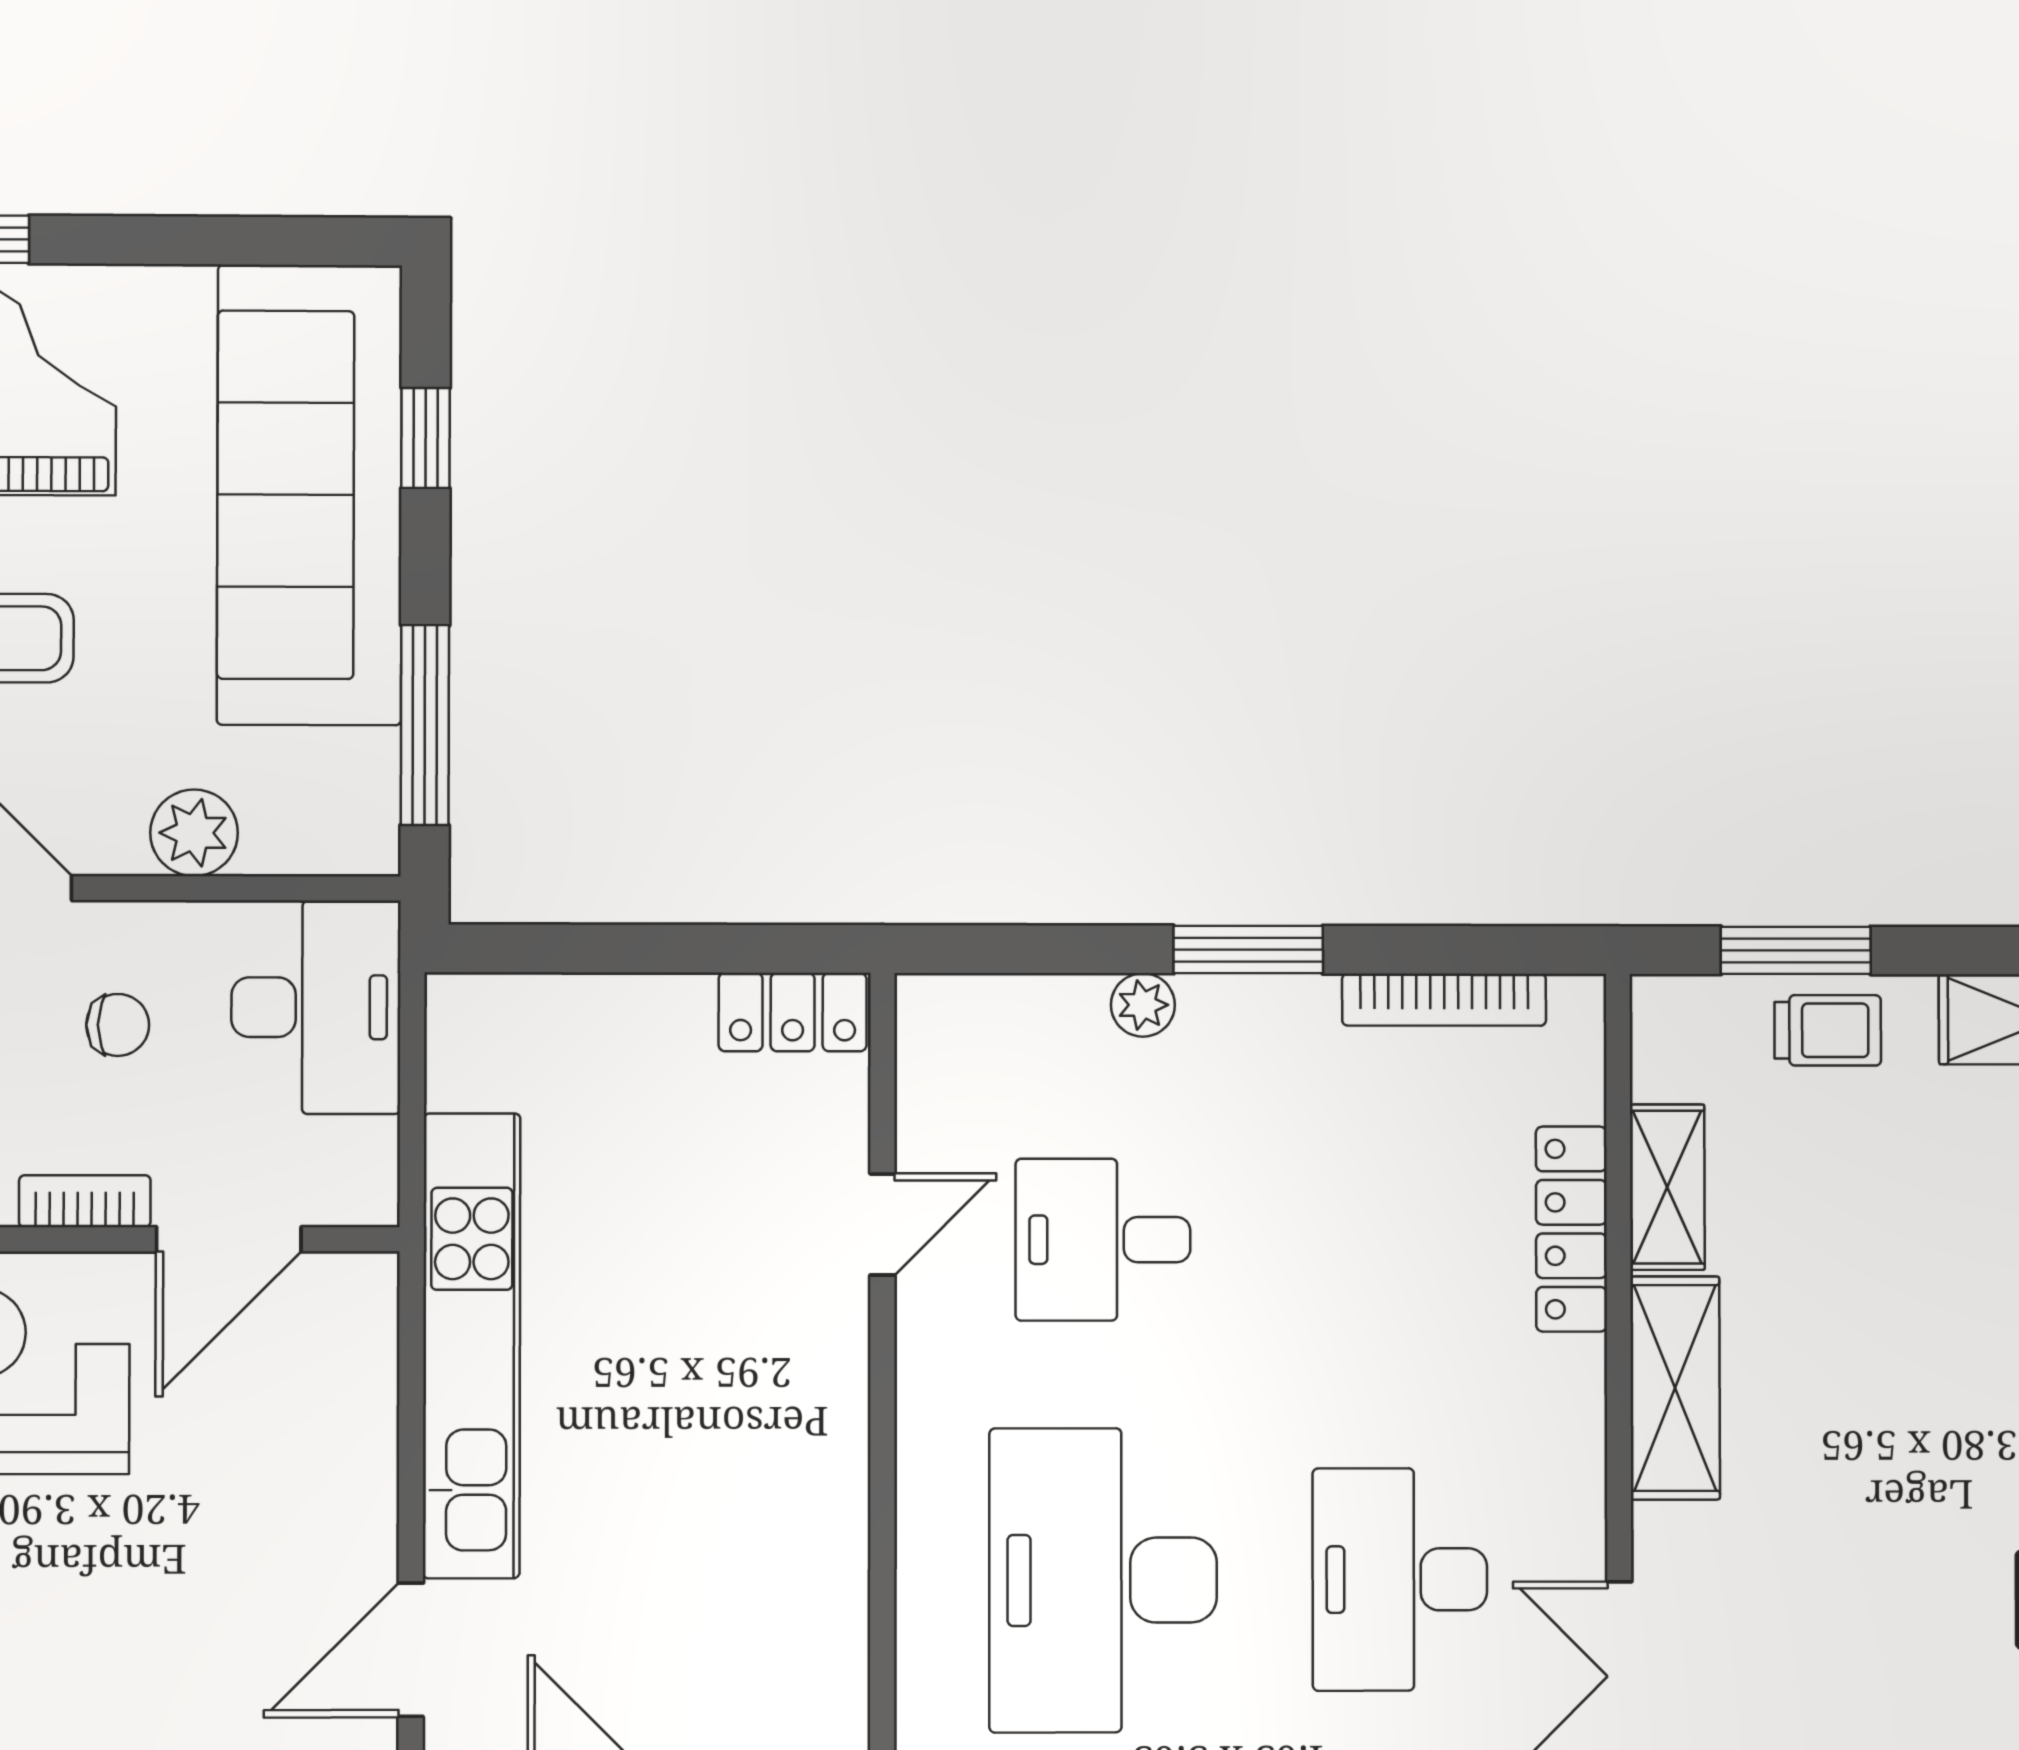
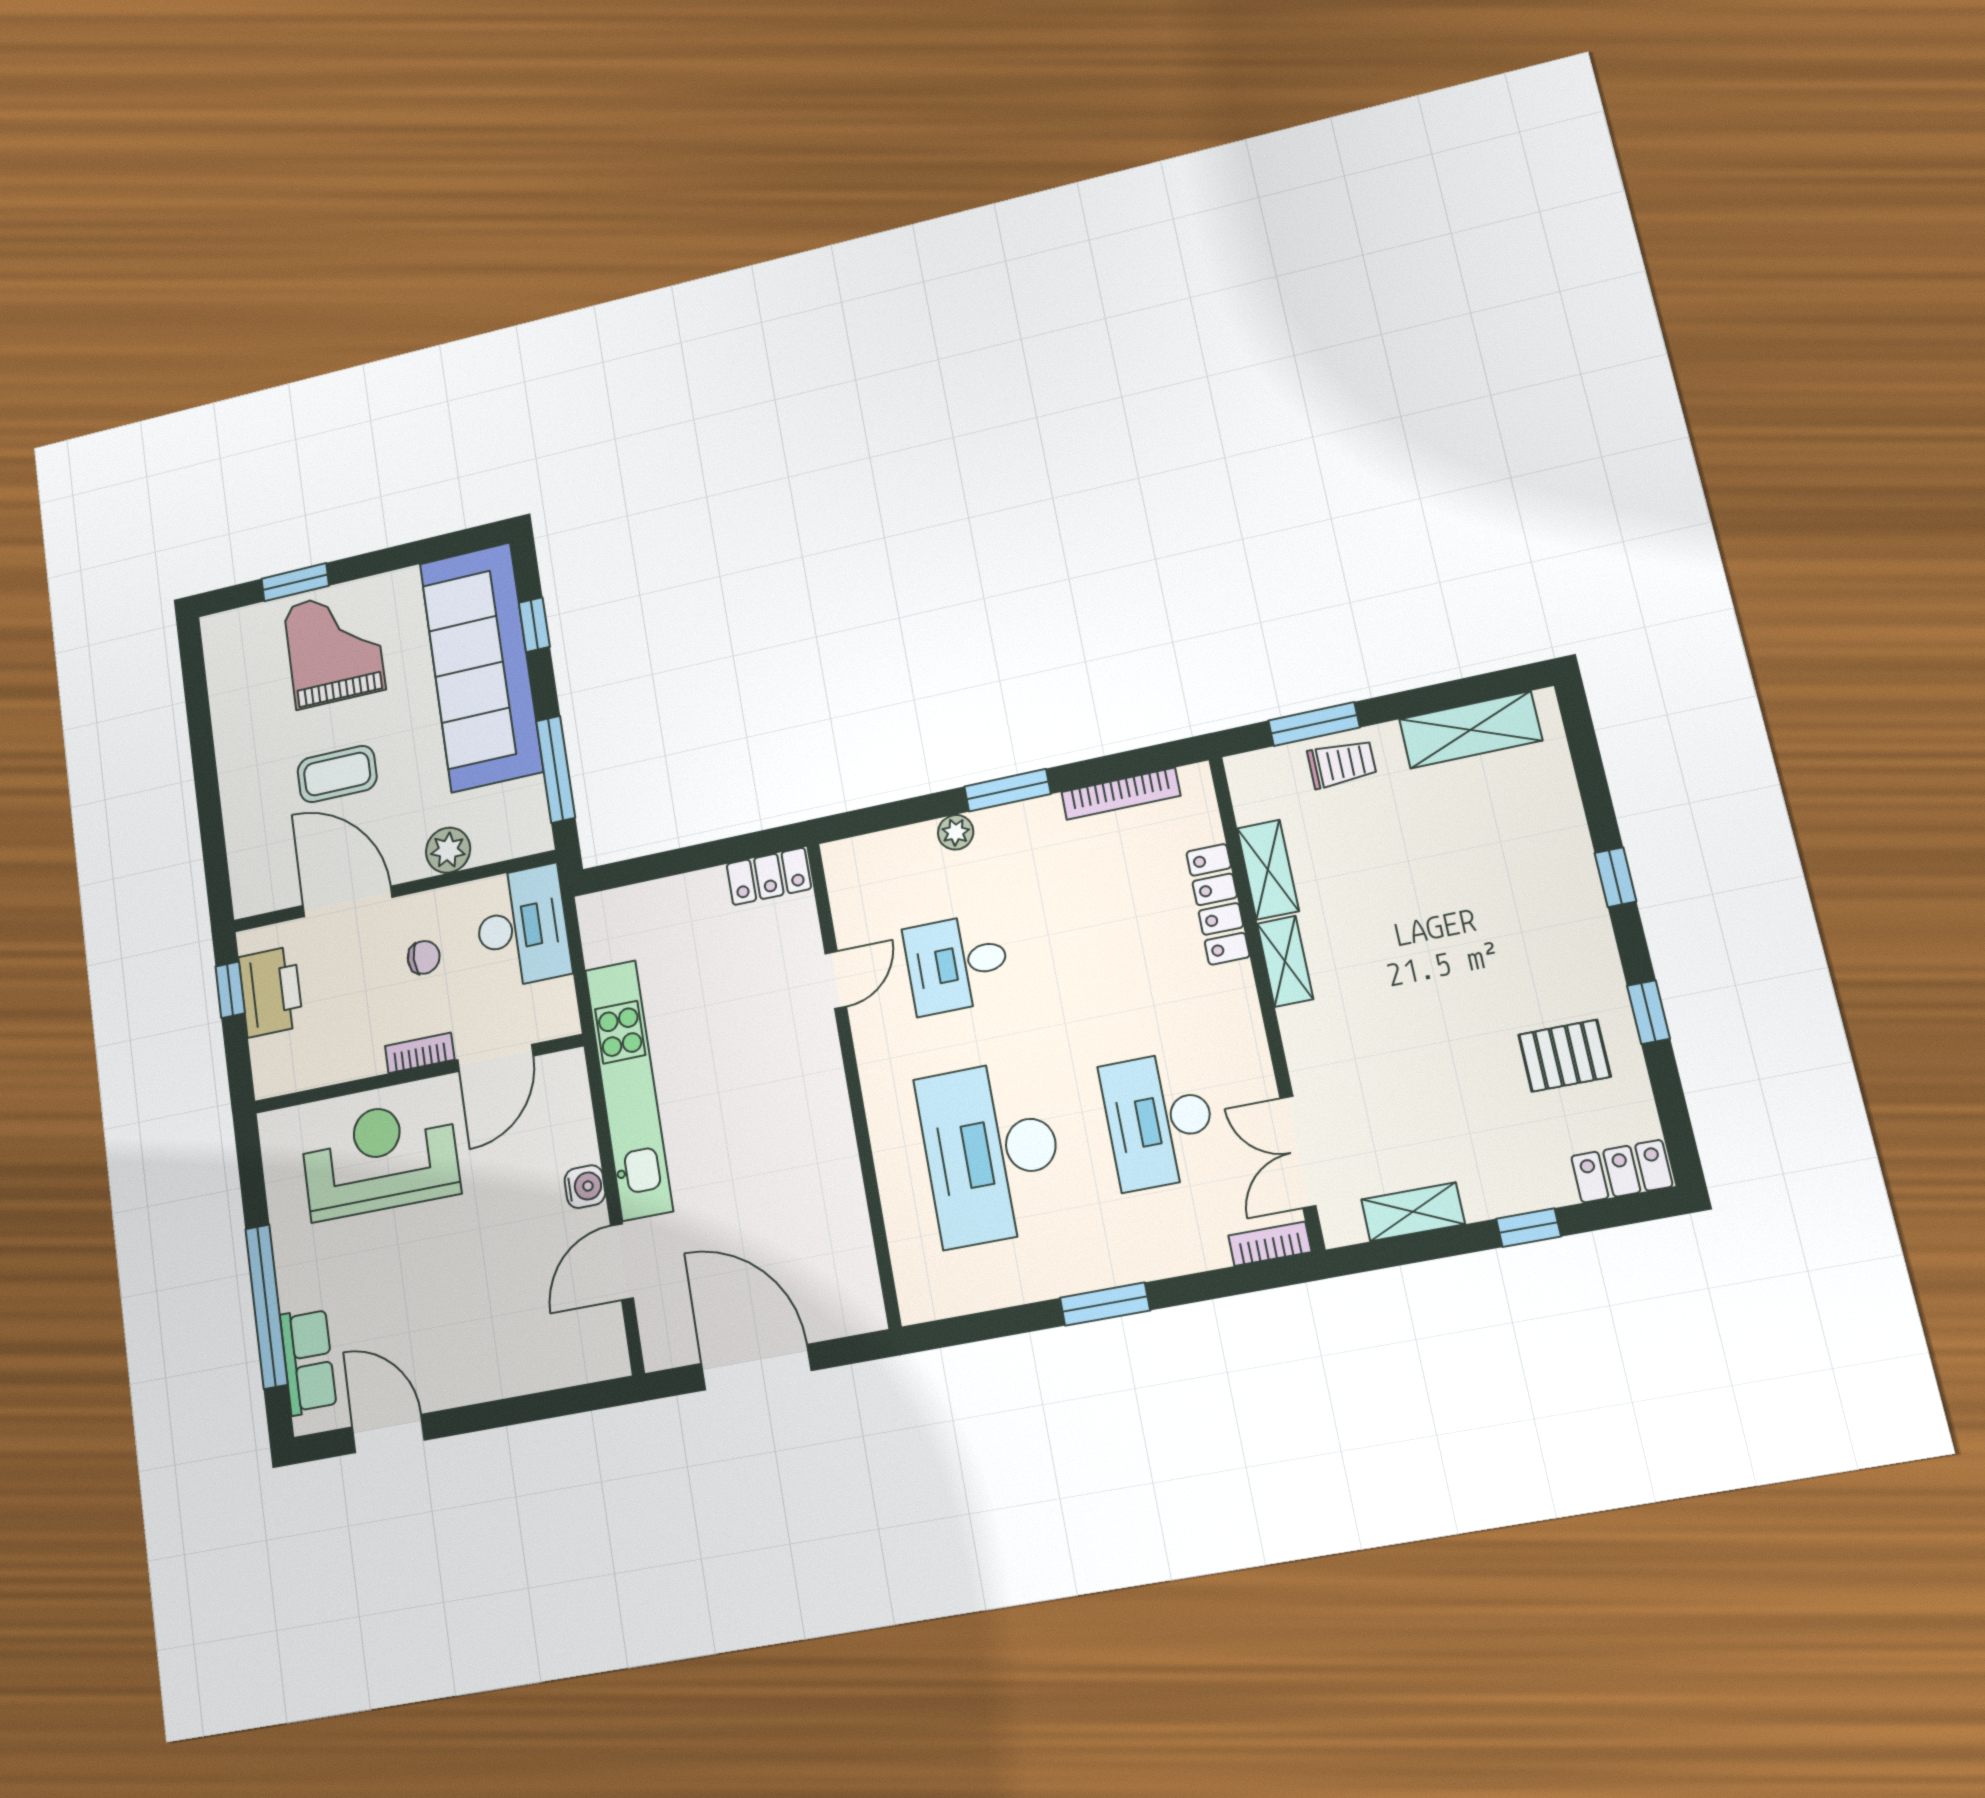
shelving: (1675, 1388) -> (1285, 961), width x0.67, depth x0.75
water cooler: (363, 1504) -> (585, 1187), added

